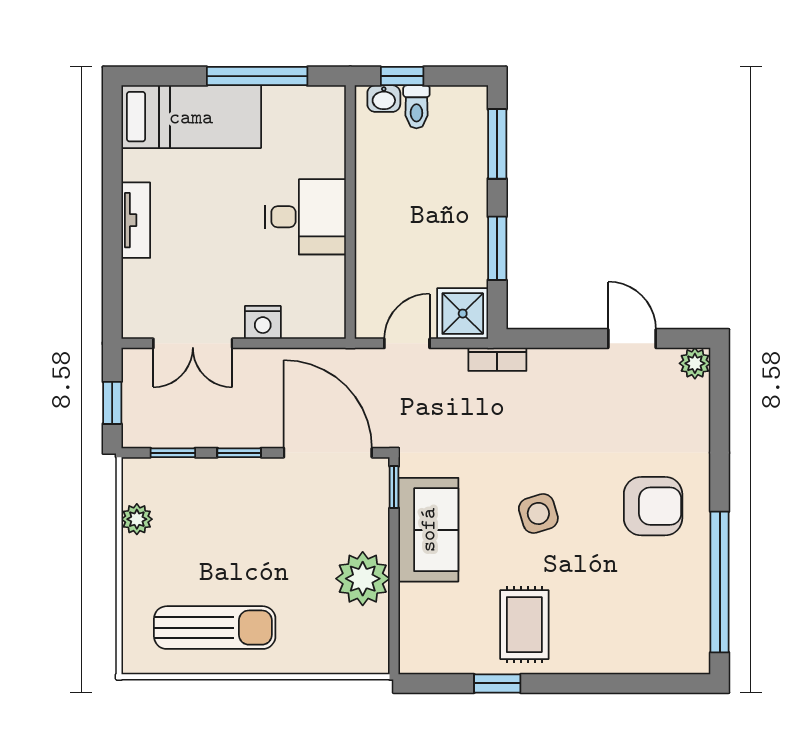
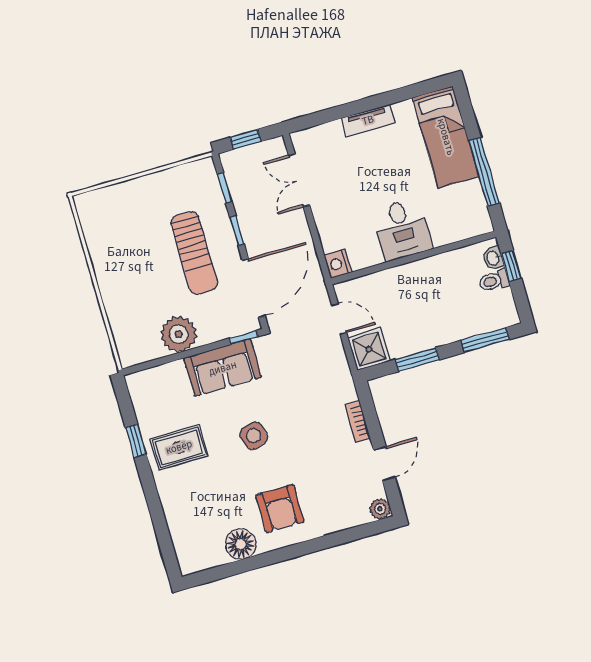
nightstand: (263, 322) -> (338, 264), moved
bookcase: (497, 359) -> (358, 421), moved
plant: (137, 519) -> (175, 177), removed
floor lamp: (688, 577) -> (241, 544), added
window: (720, 582) -> (243, 566), removed
sun lounger: (215, 628) -> (194, 253), moved

